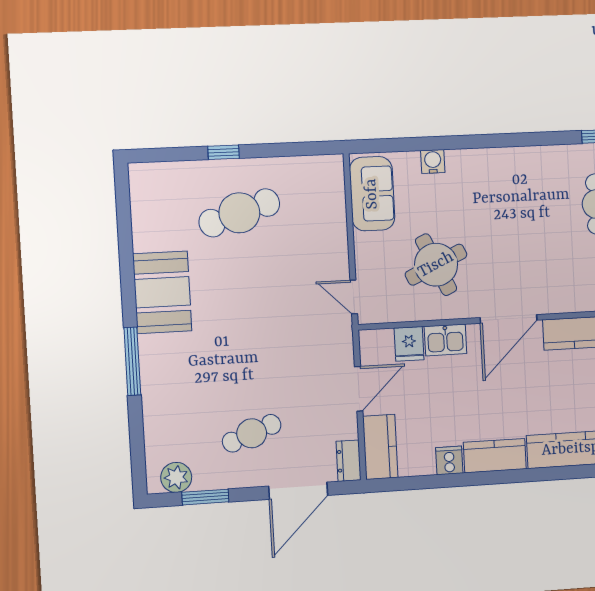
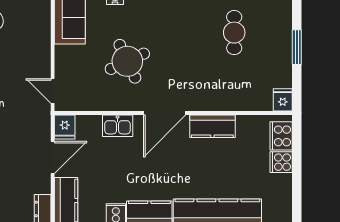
round table: (436, 265) -> (127, 61), moved
fridge: (409, 344) -> (65, 127), moved

